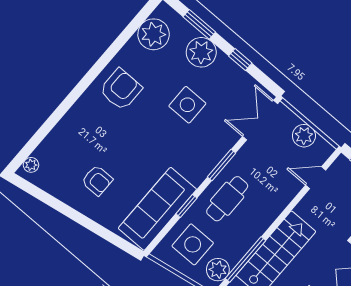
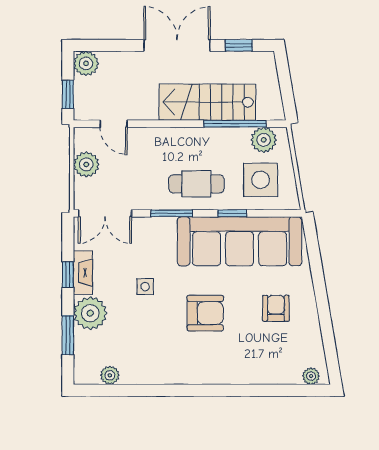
plant: (154, 34) -> (110, 375), width x0.53, depth x0.53
fireplace: (233, 71) -> (83, 273), added
armchair: (121, 89) -> (205, 313), moved, turned 180
side table: (187, 105) -> (145, 287), width x0.54, depth x0.54
sofa: (157, 209) -> (240, 241), width x1.36, depth x1.27

